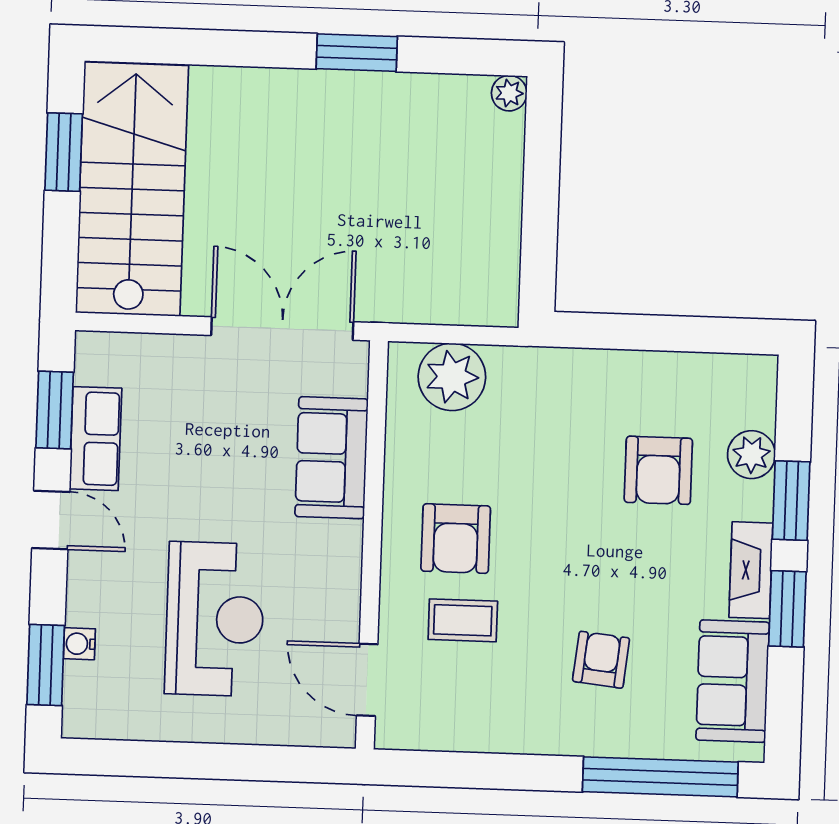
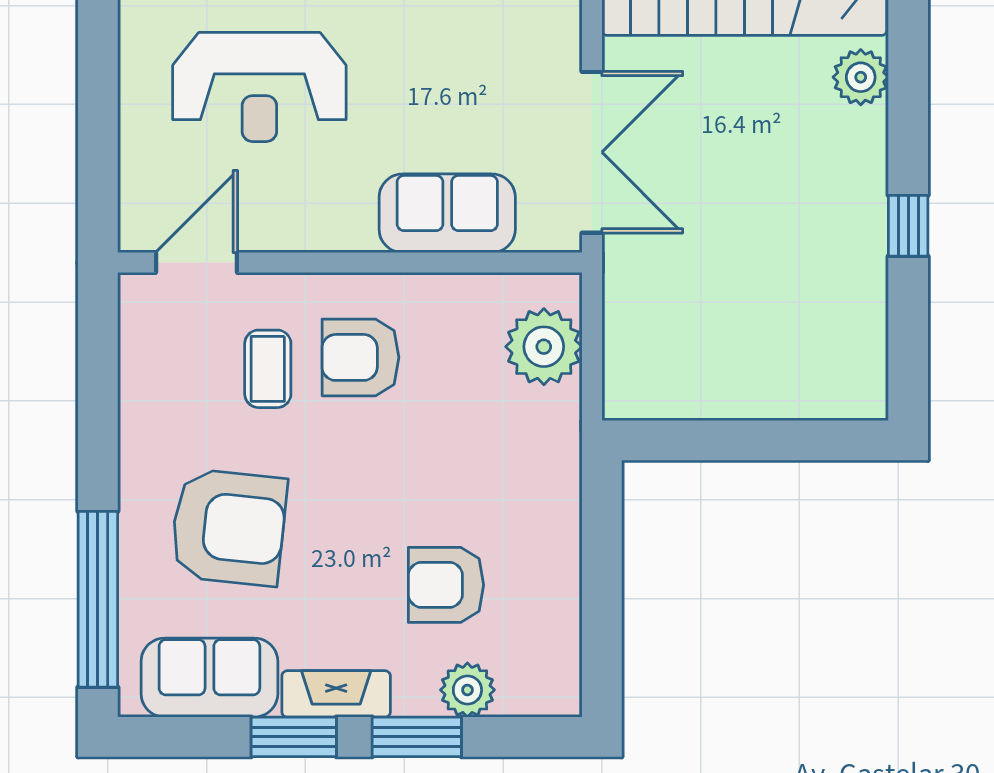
window: (357, 53) -> (908, 226), width x0.67
plant: (509, 93) -> (861, 77), moved, width x1.38, depth x1.38
armchair: (601, 660) -> (229, 527), width x1.88, depth x1.88

